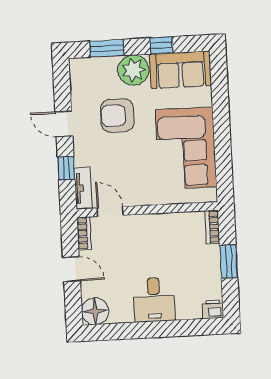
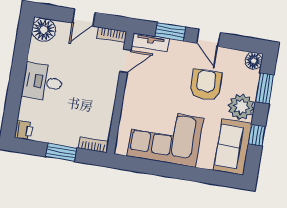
floor lamp: (79, 67) -> (254, 61), added
door: (64, 124) -> (208, 38), swing flipped
window: (66, 168) -> (170, 32), width x1.50

